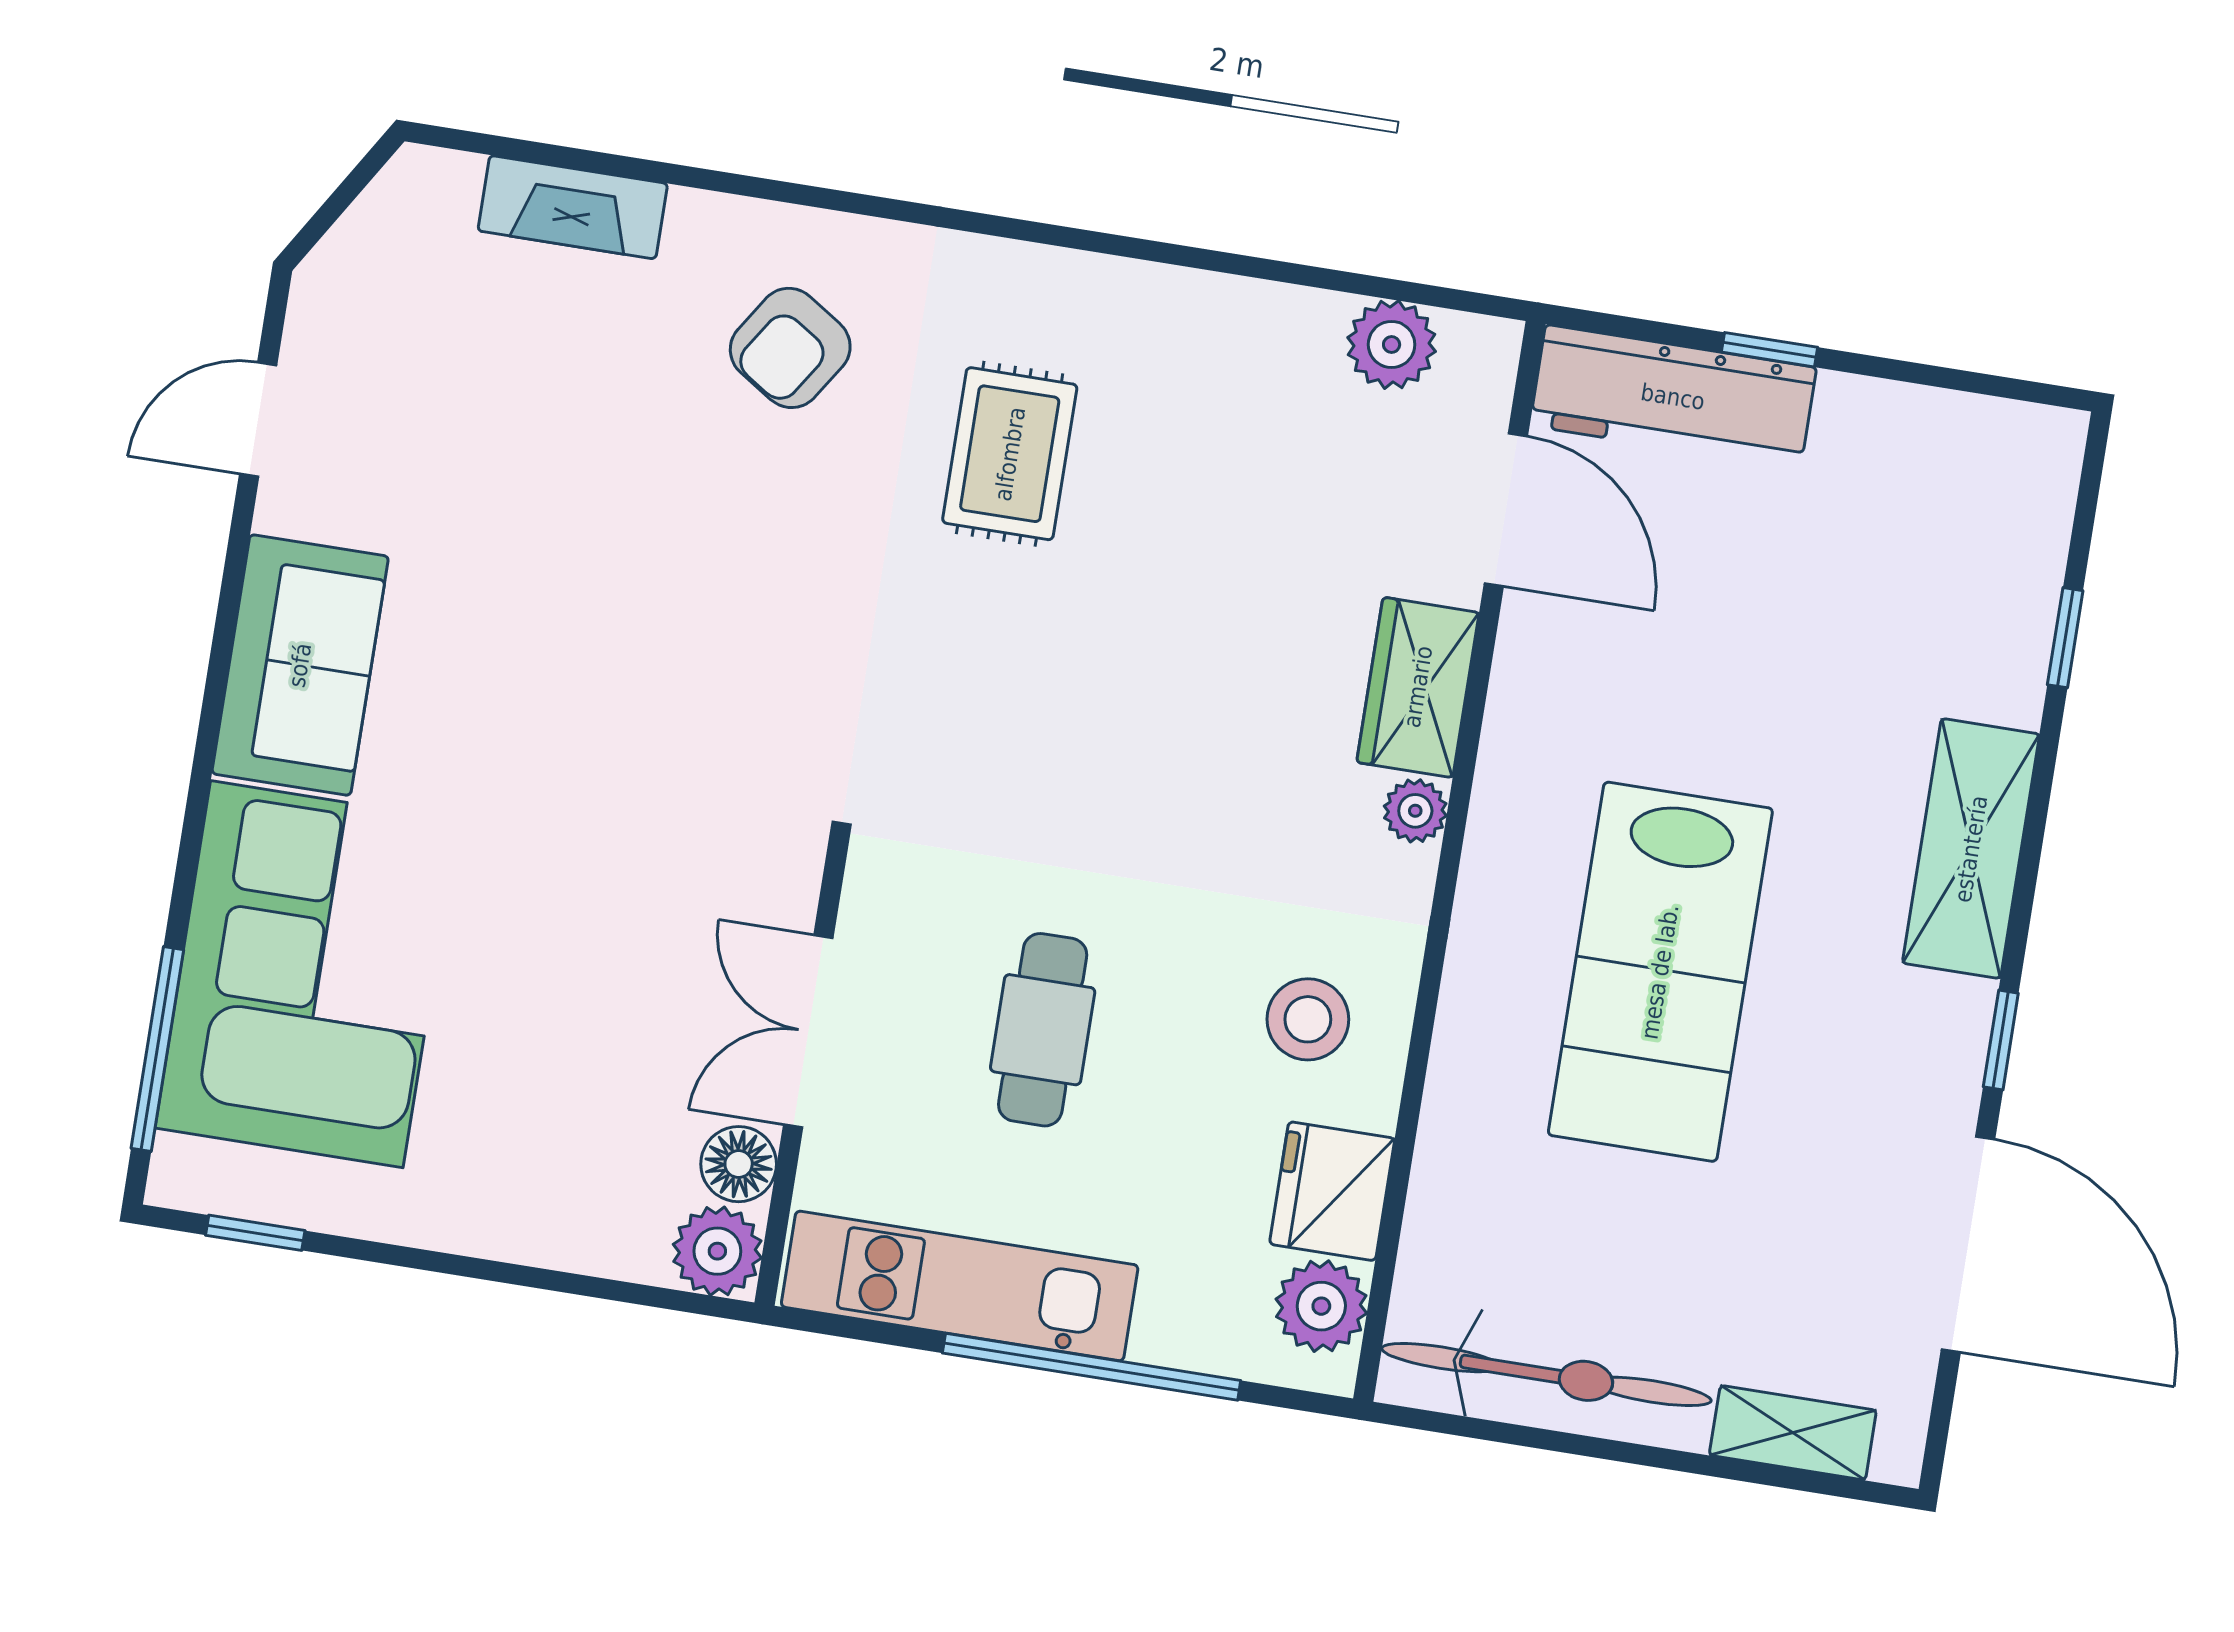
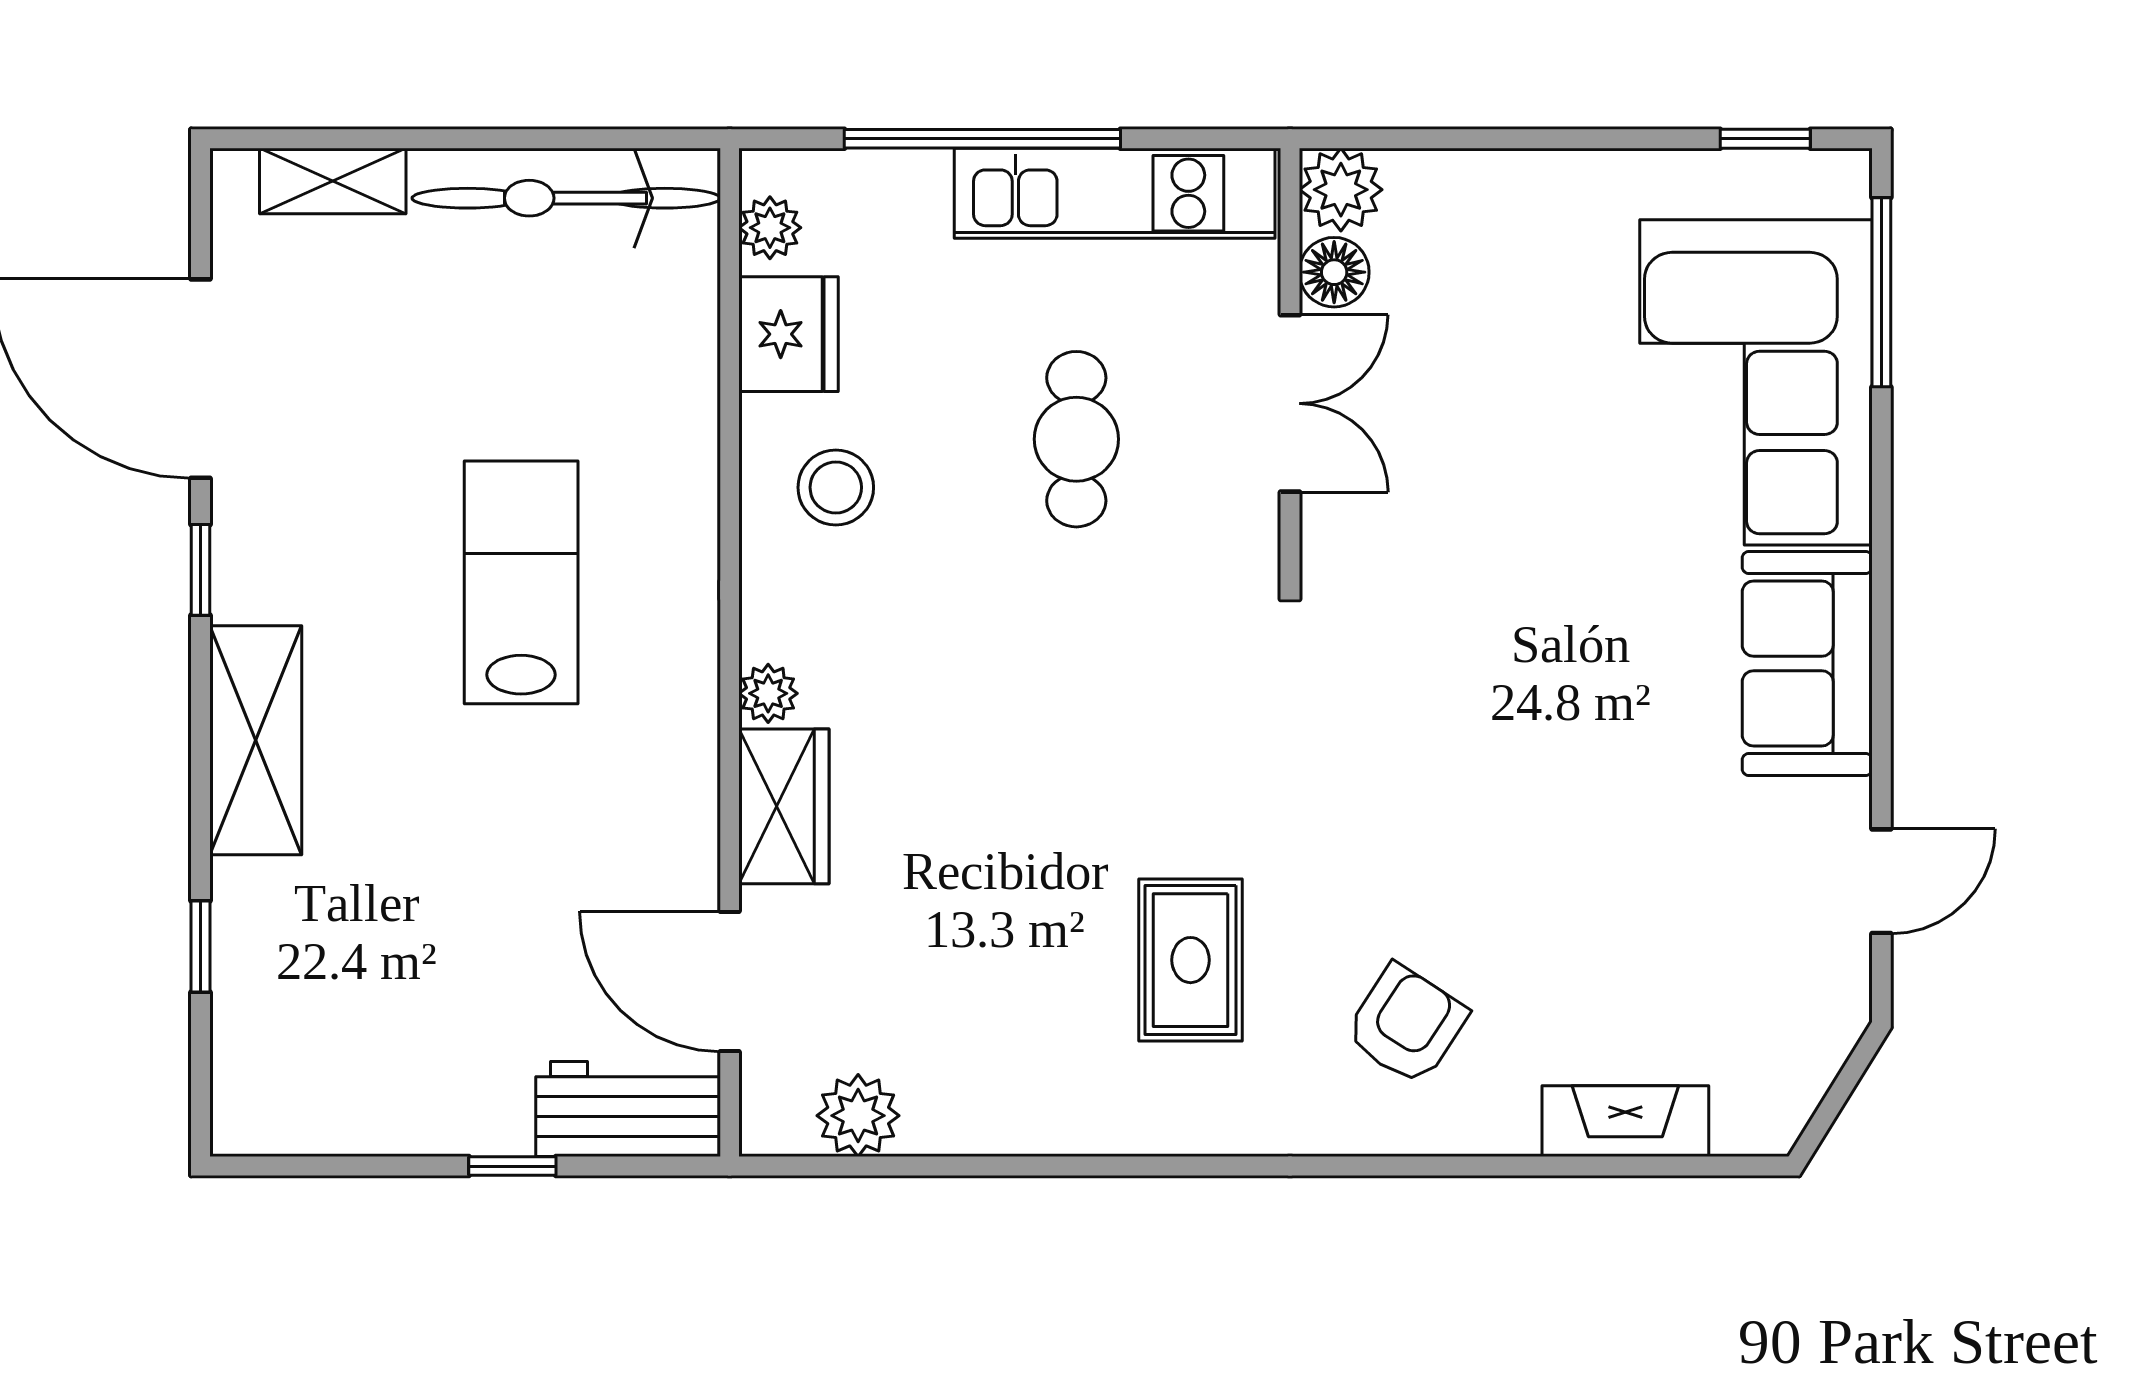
workbench: (1673, 397) -> (628, 1109), width x0.73
lab bench: (1660, 972) -> (521, 582), width x0.73, depth x0.72
plant: (1321, 1306) -> (770, 228), width x0.73, depth x0.73

